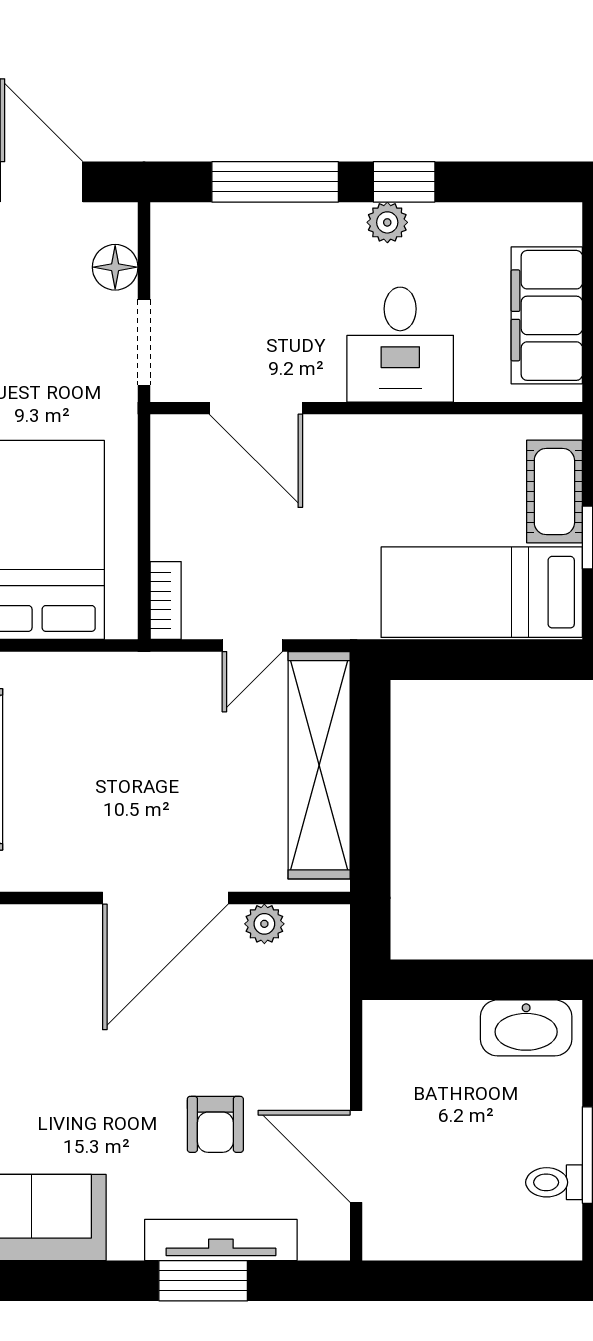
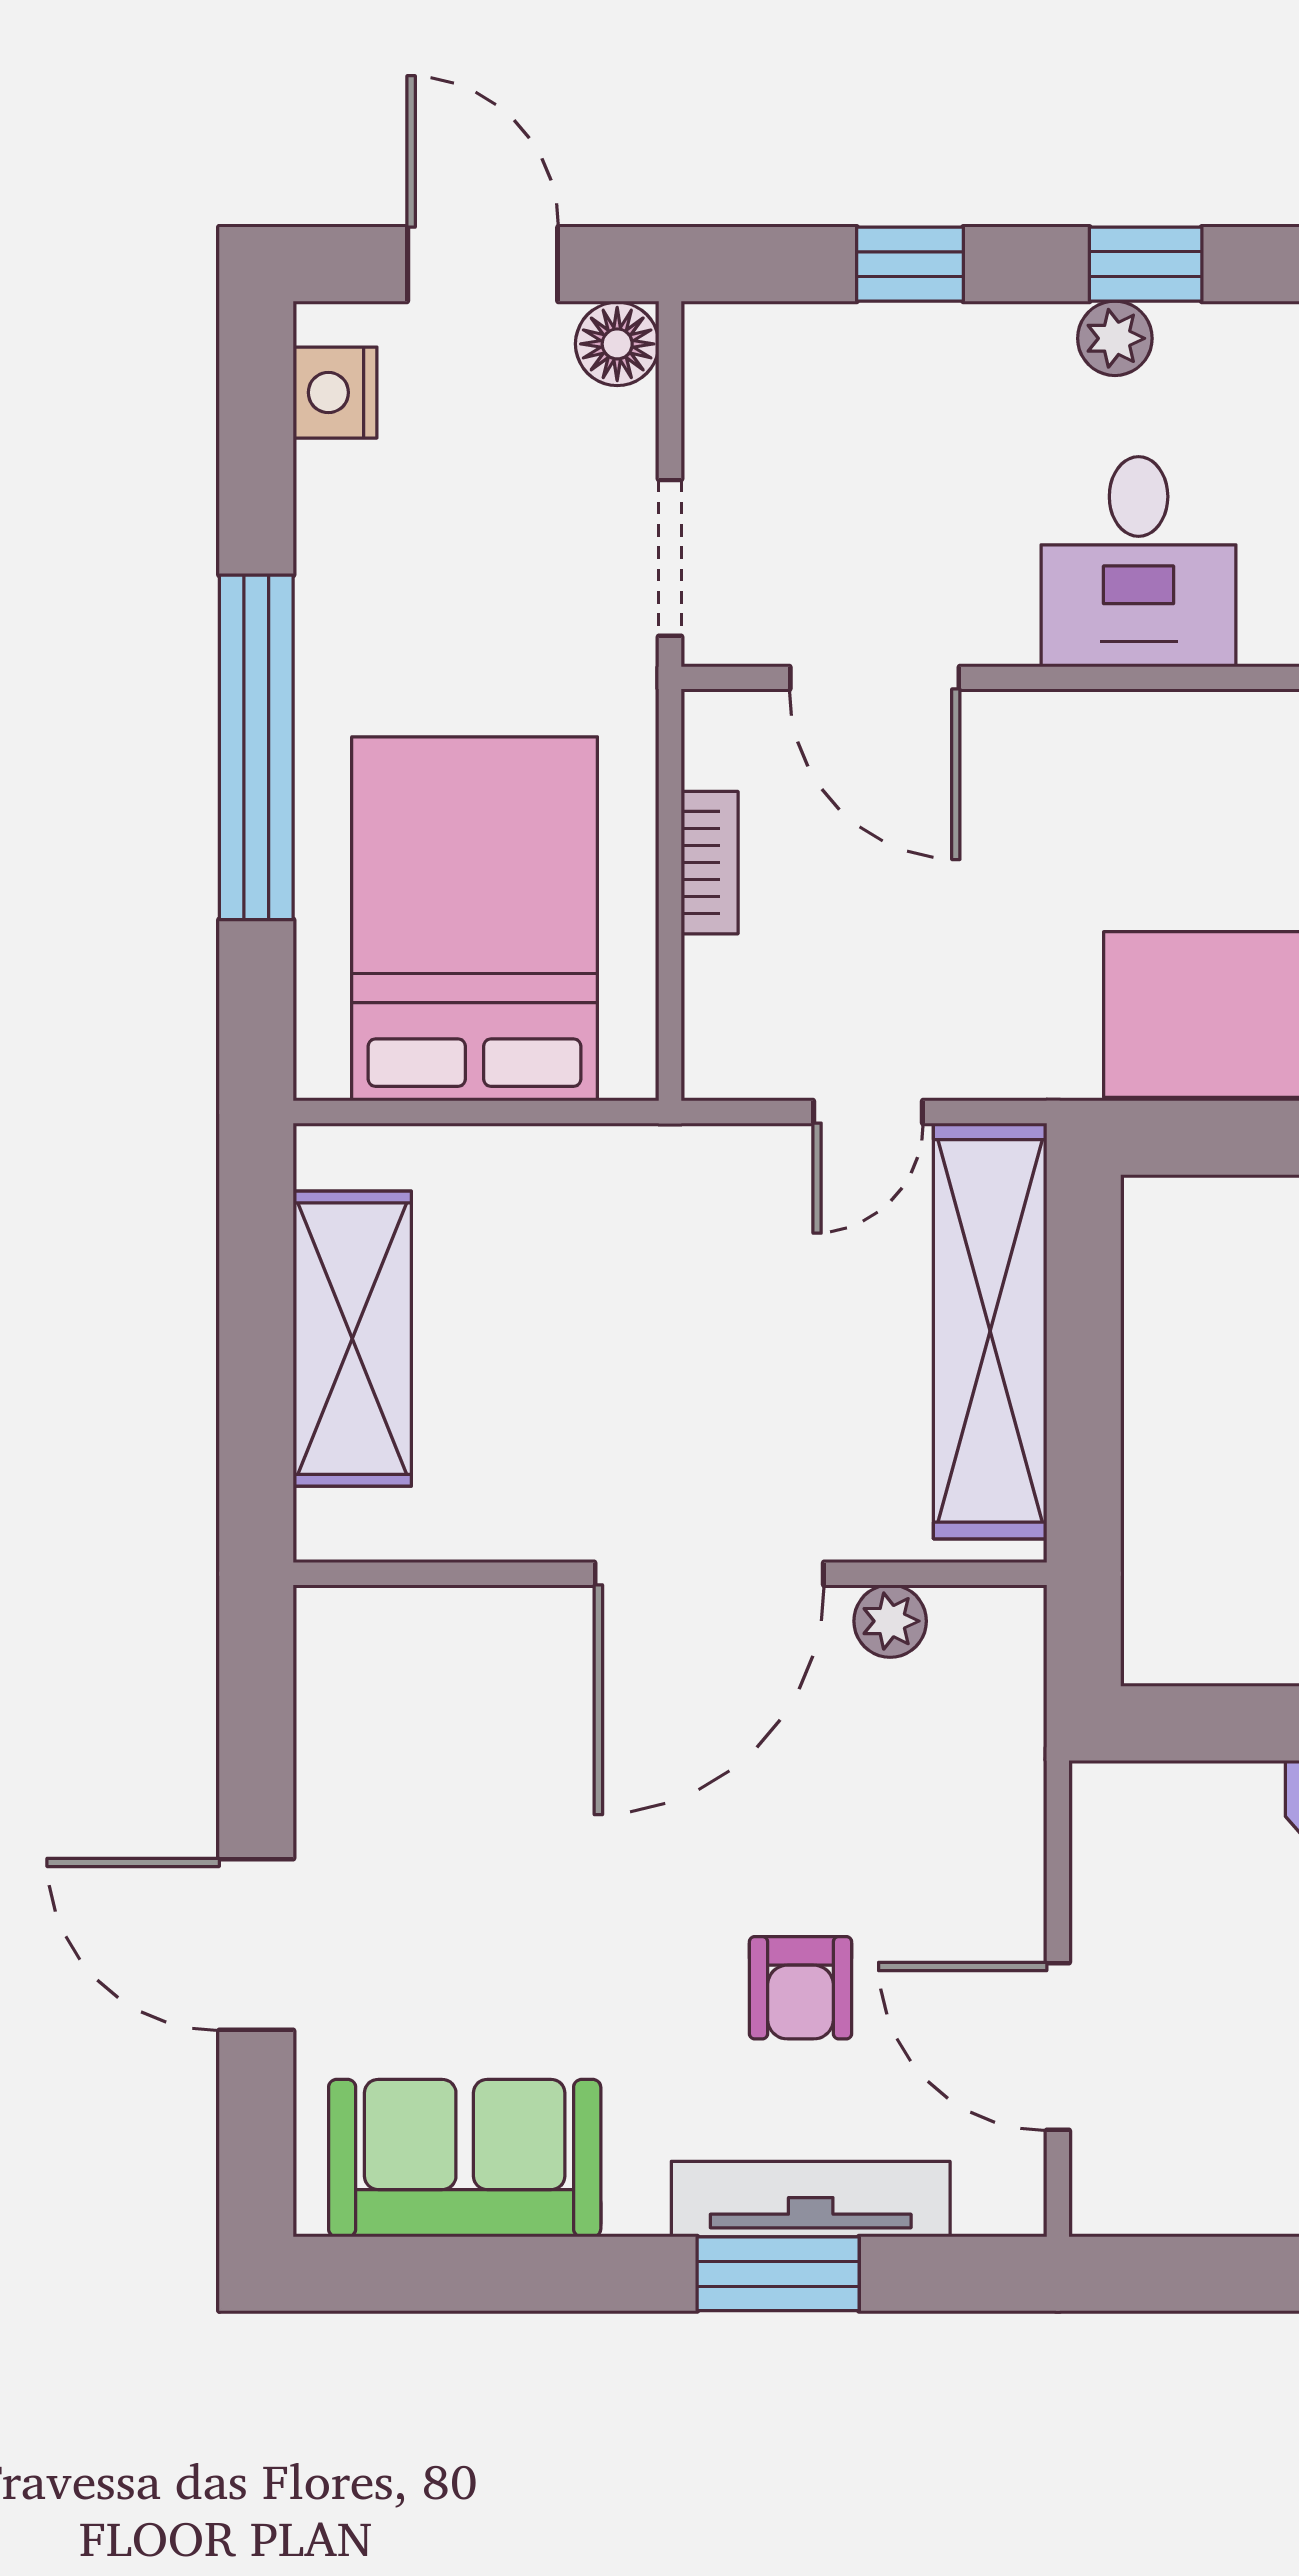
window: (275, 182) -> (910, 264), width x0.46
floor lamp: (115, 267) -> (617, 344), moved
bookcase: (166, 600) -> (710, 863), moved

